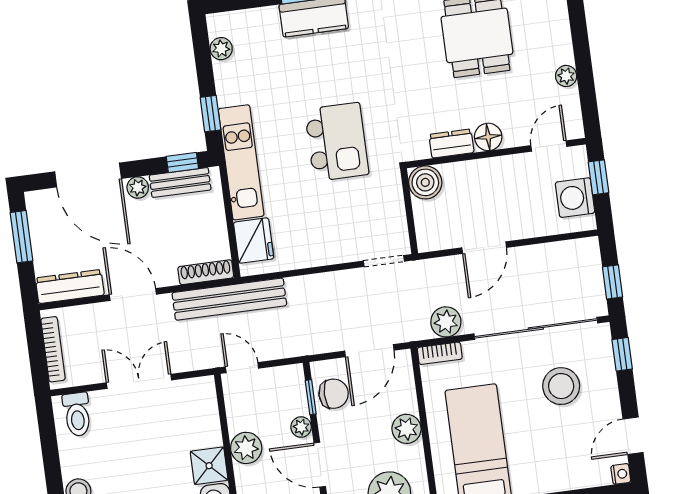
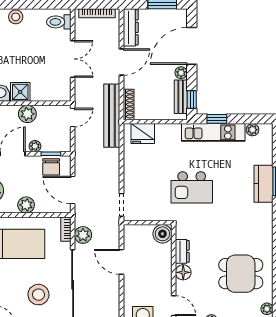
kitchen unit: (241, 162) -> (213, 132), moved

